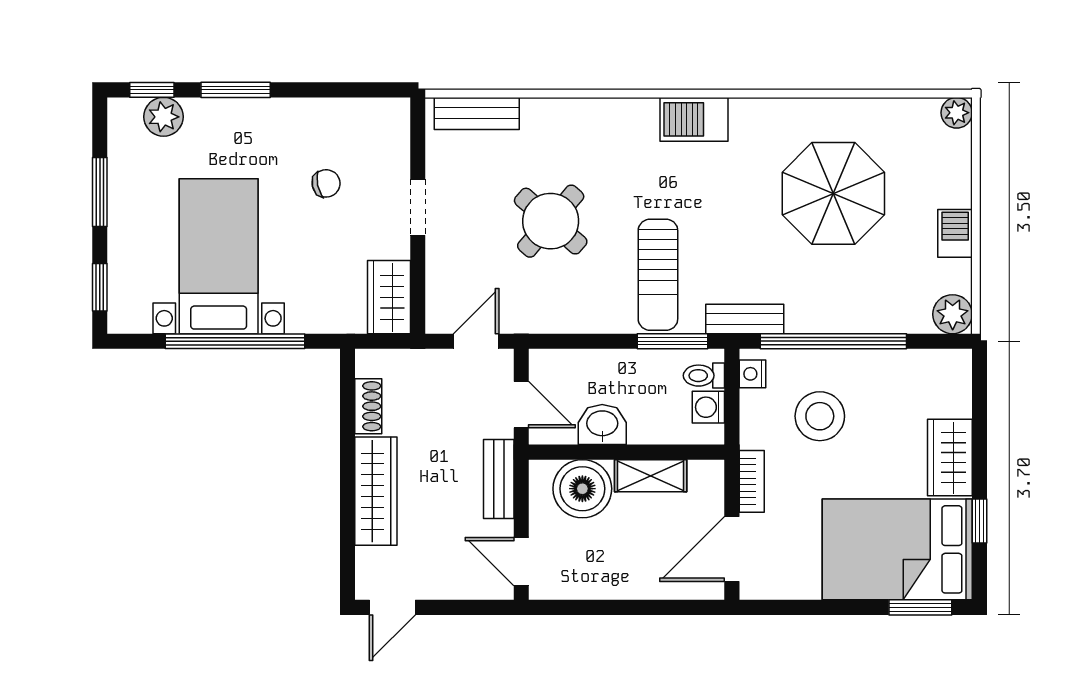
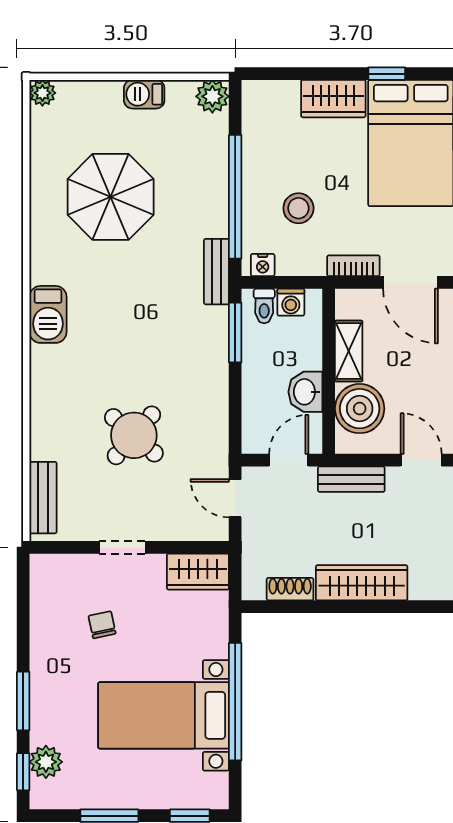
sun lounger: (658, 275) -> (179, 345), removed
stool: (820, 416) -> (298, 208), width x0.73, depth x0.73
door: (521, 562) -> (421, 460), swing flipped

